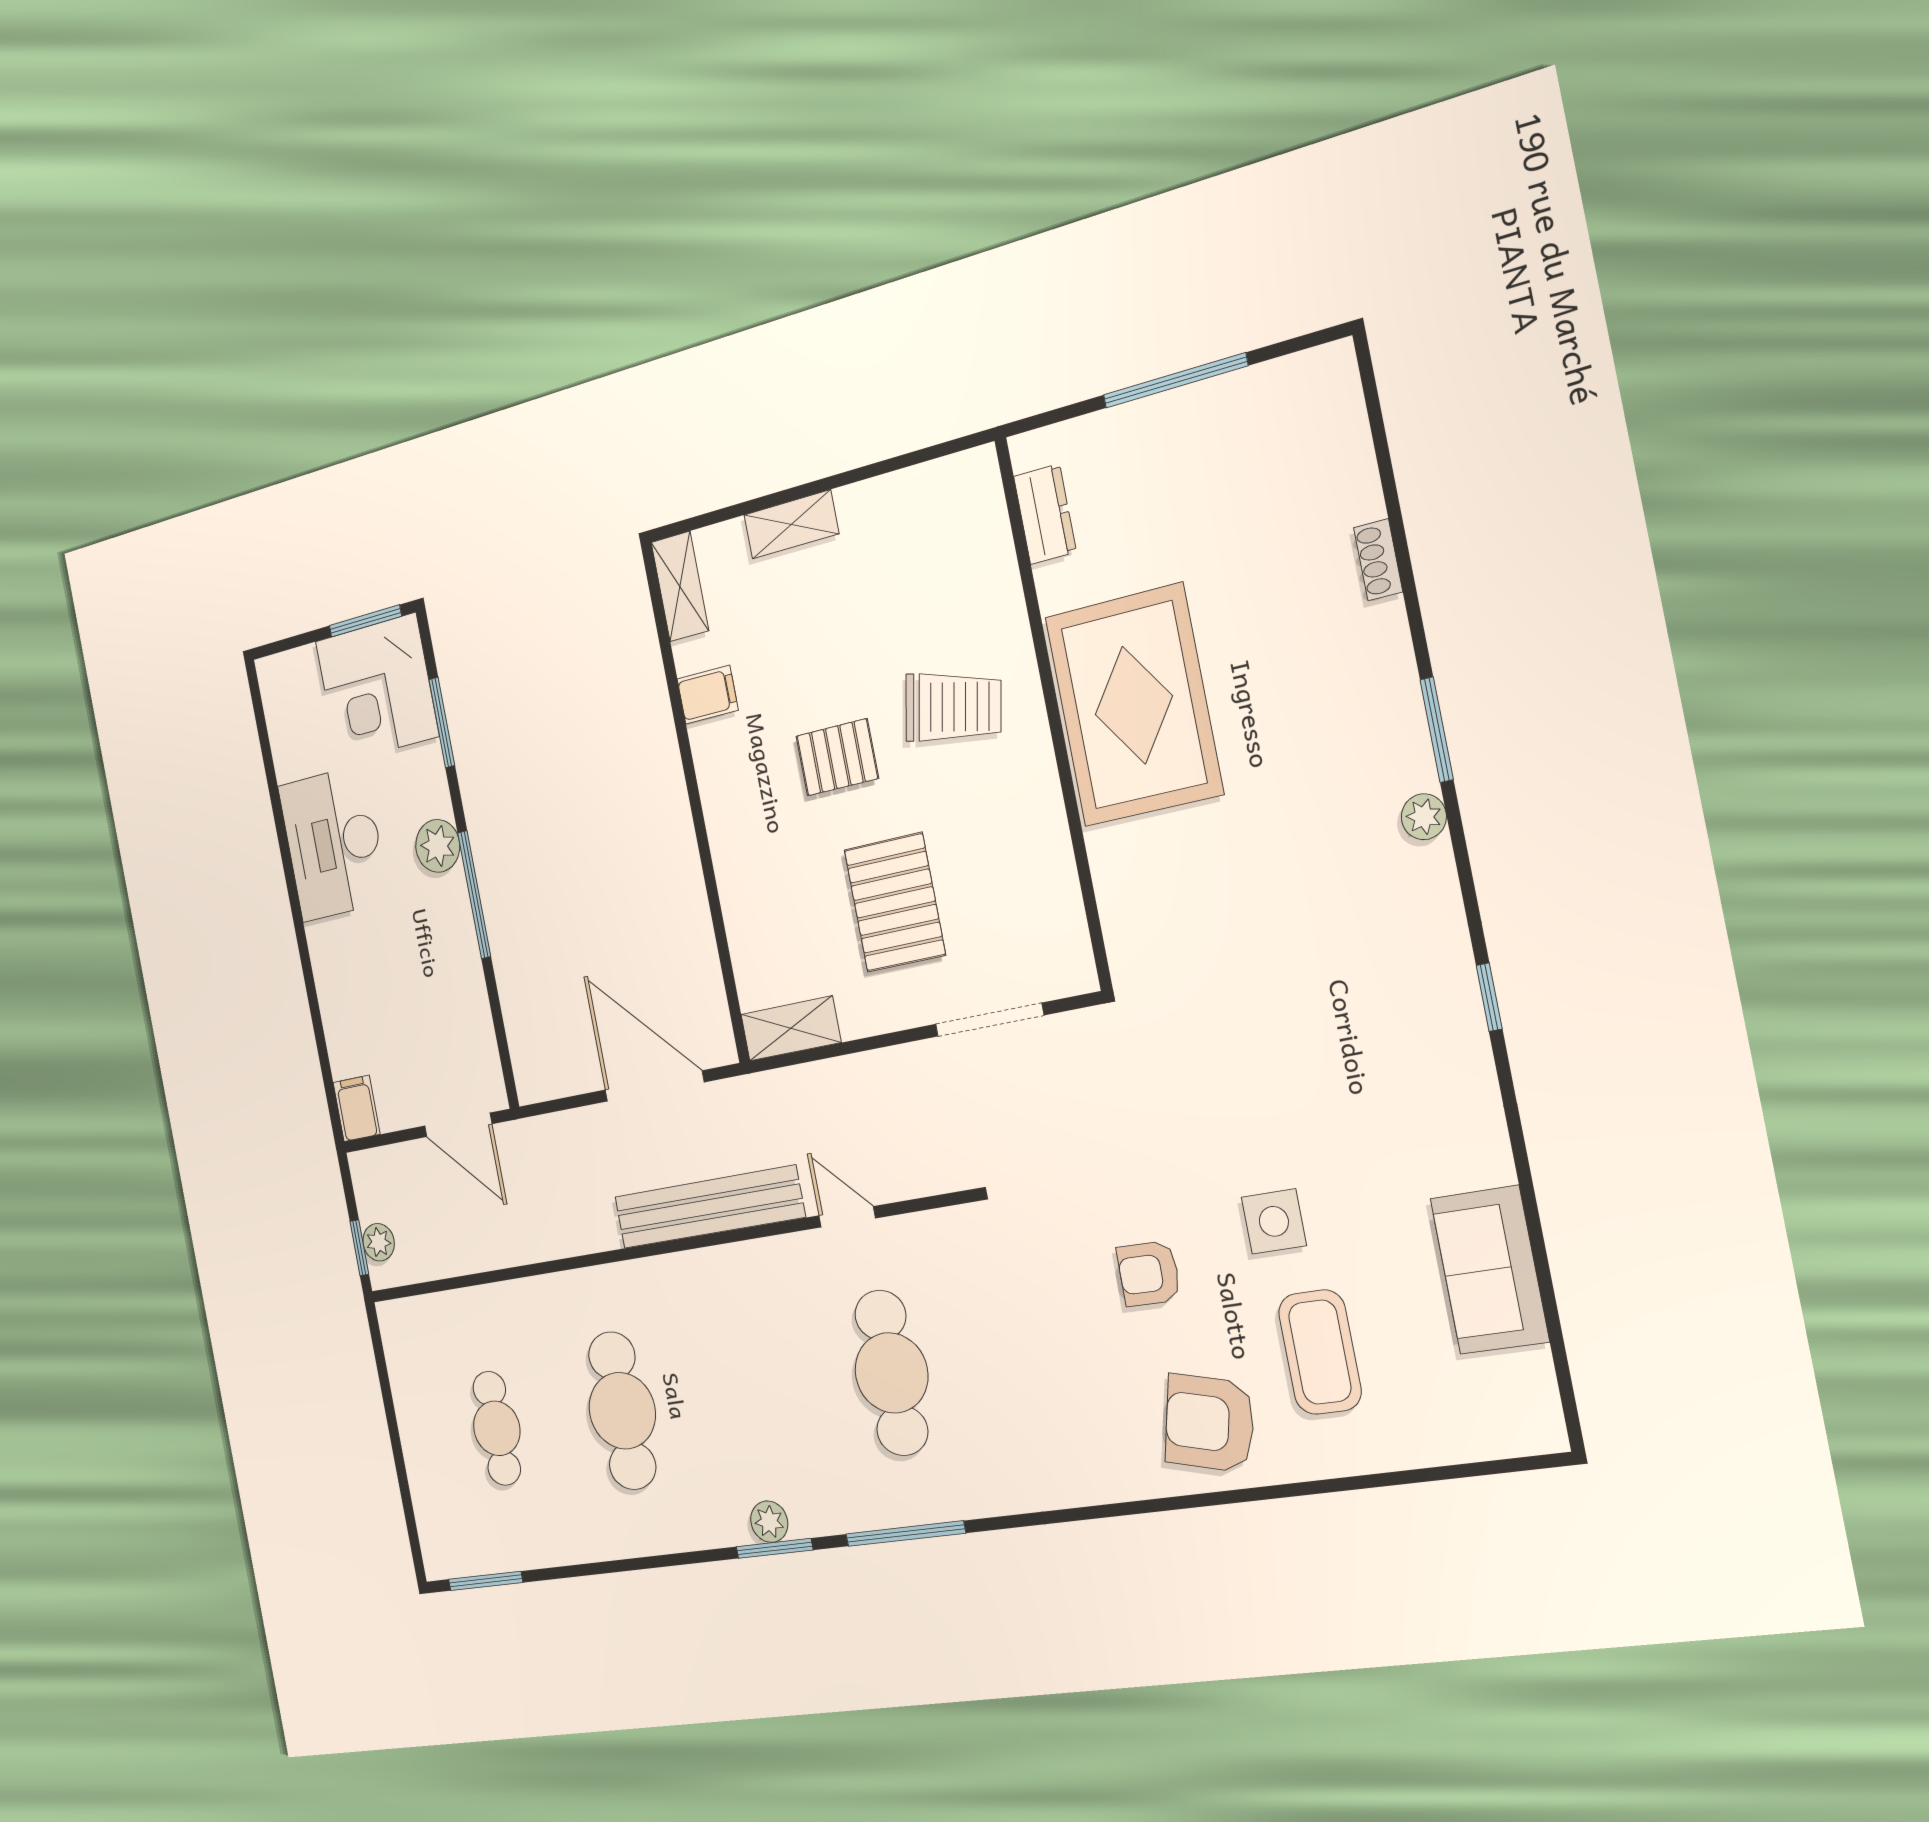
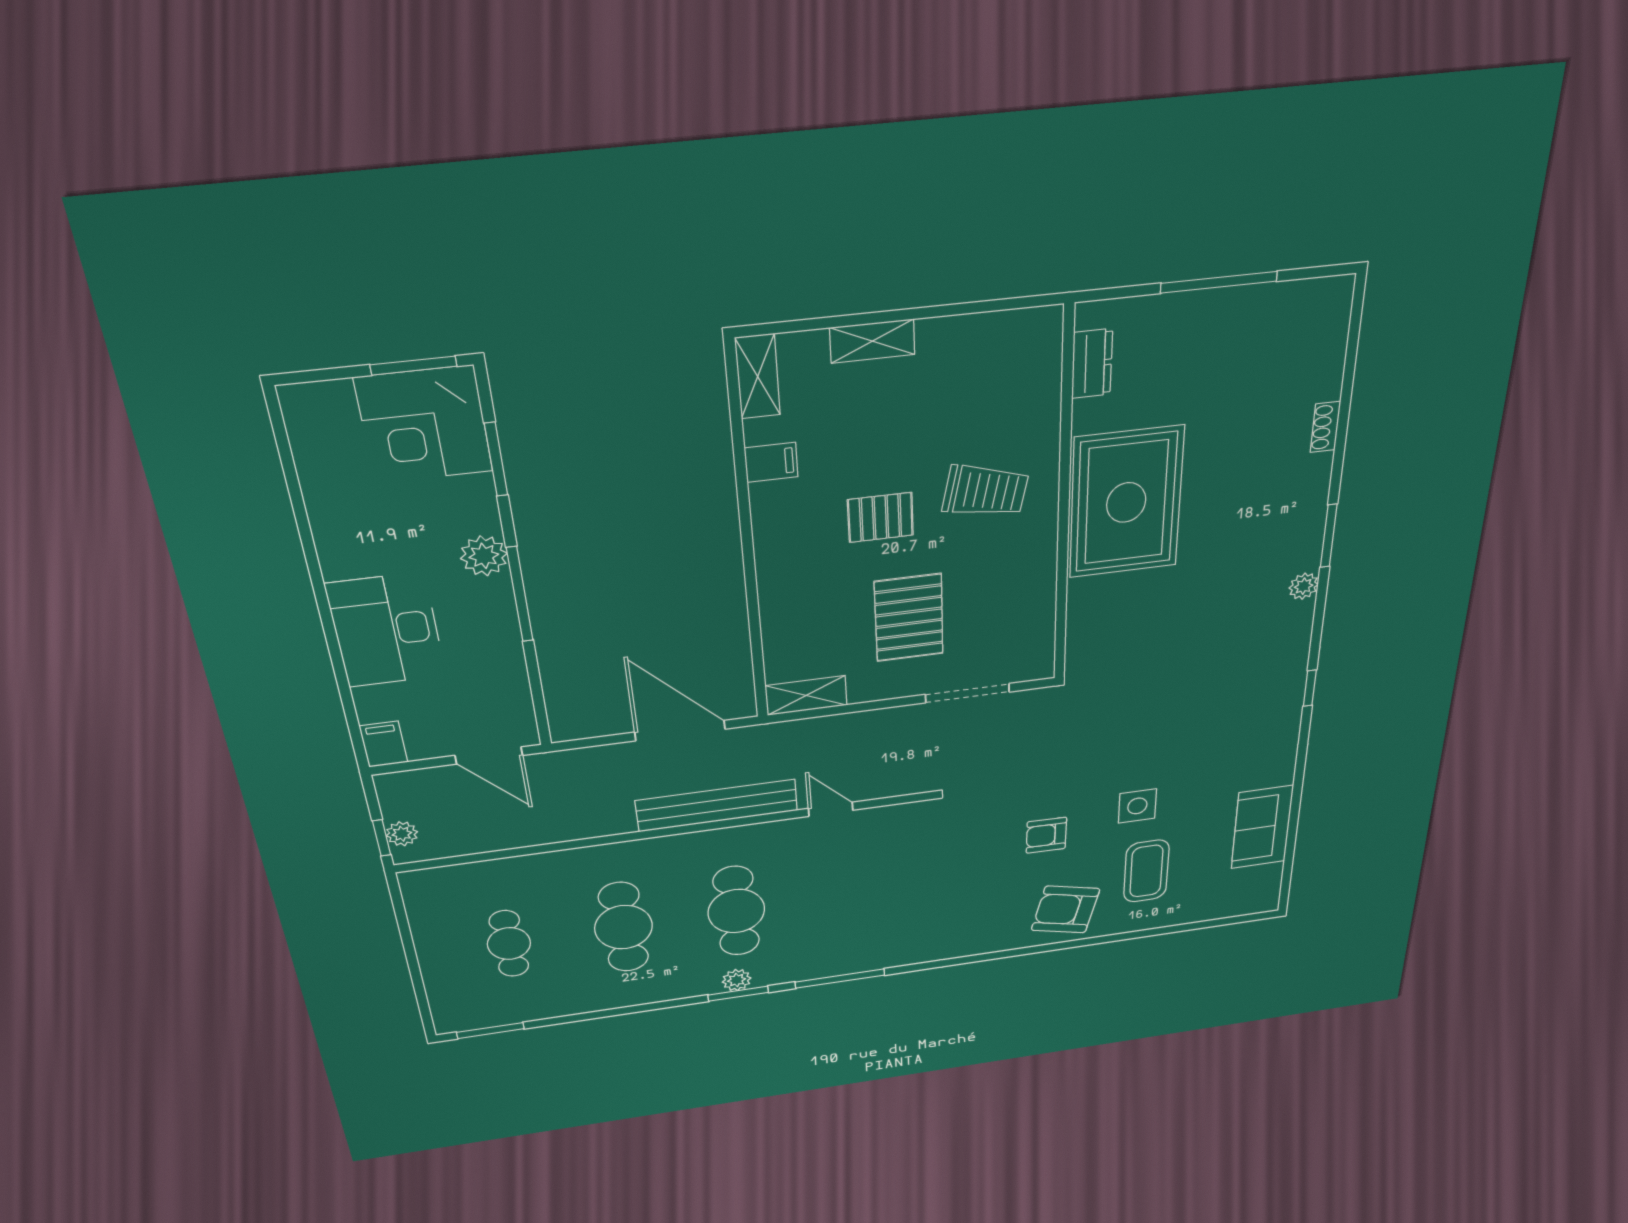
desk: (334, 843) -> (386, 630), moved
cafe table: (891, 1373) -> (736, 911), moved

